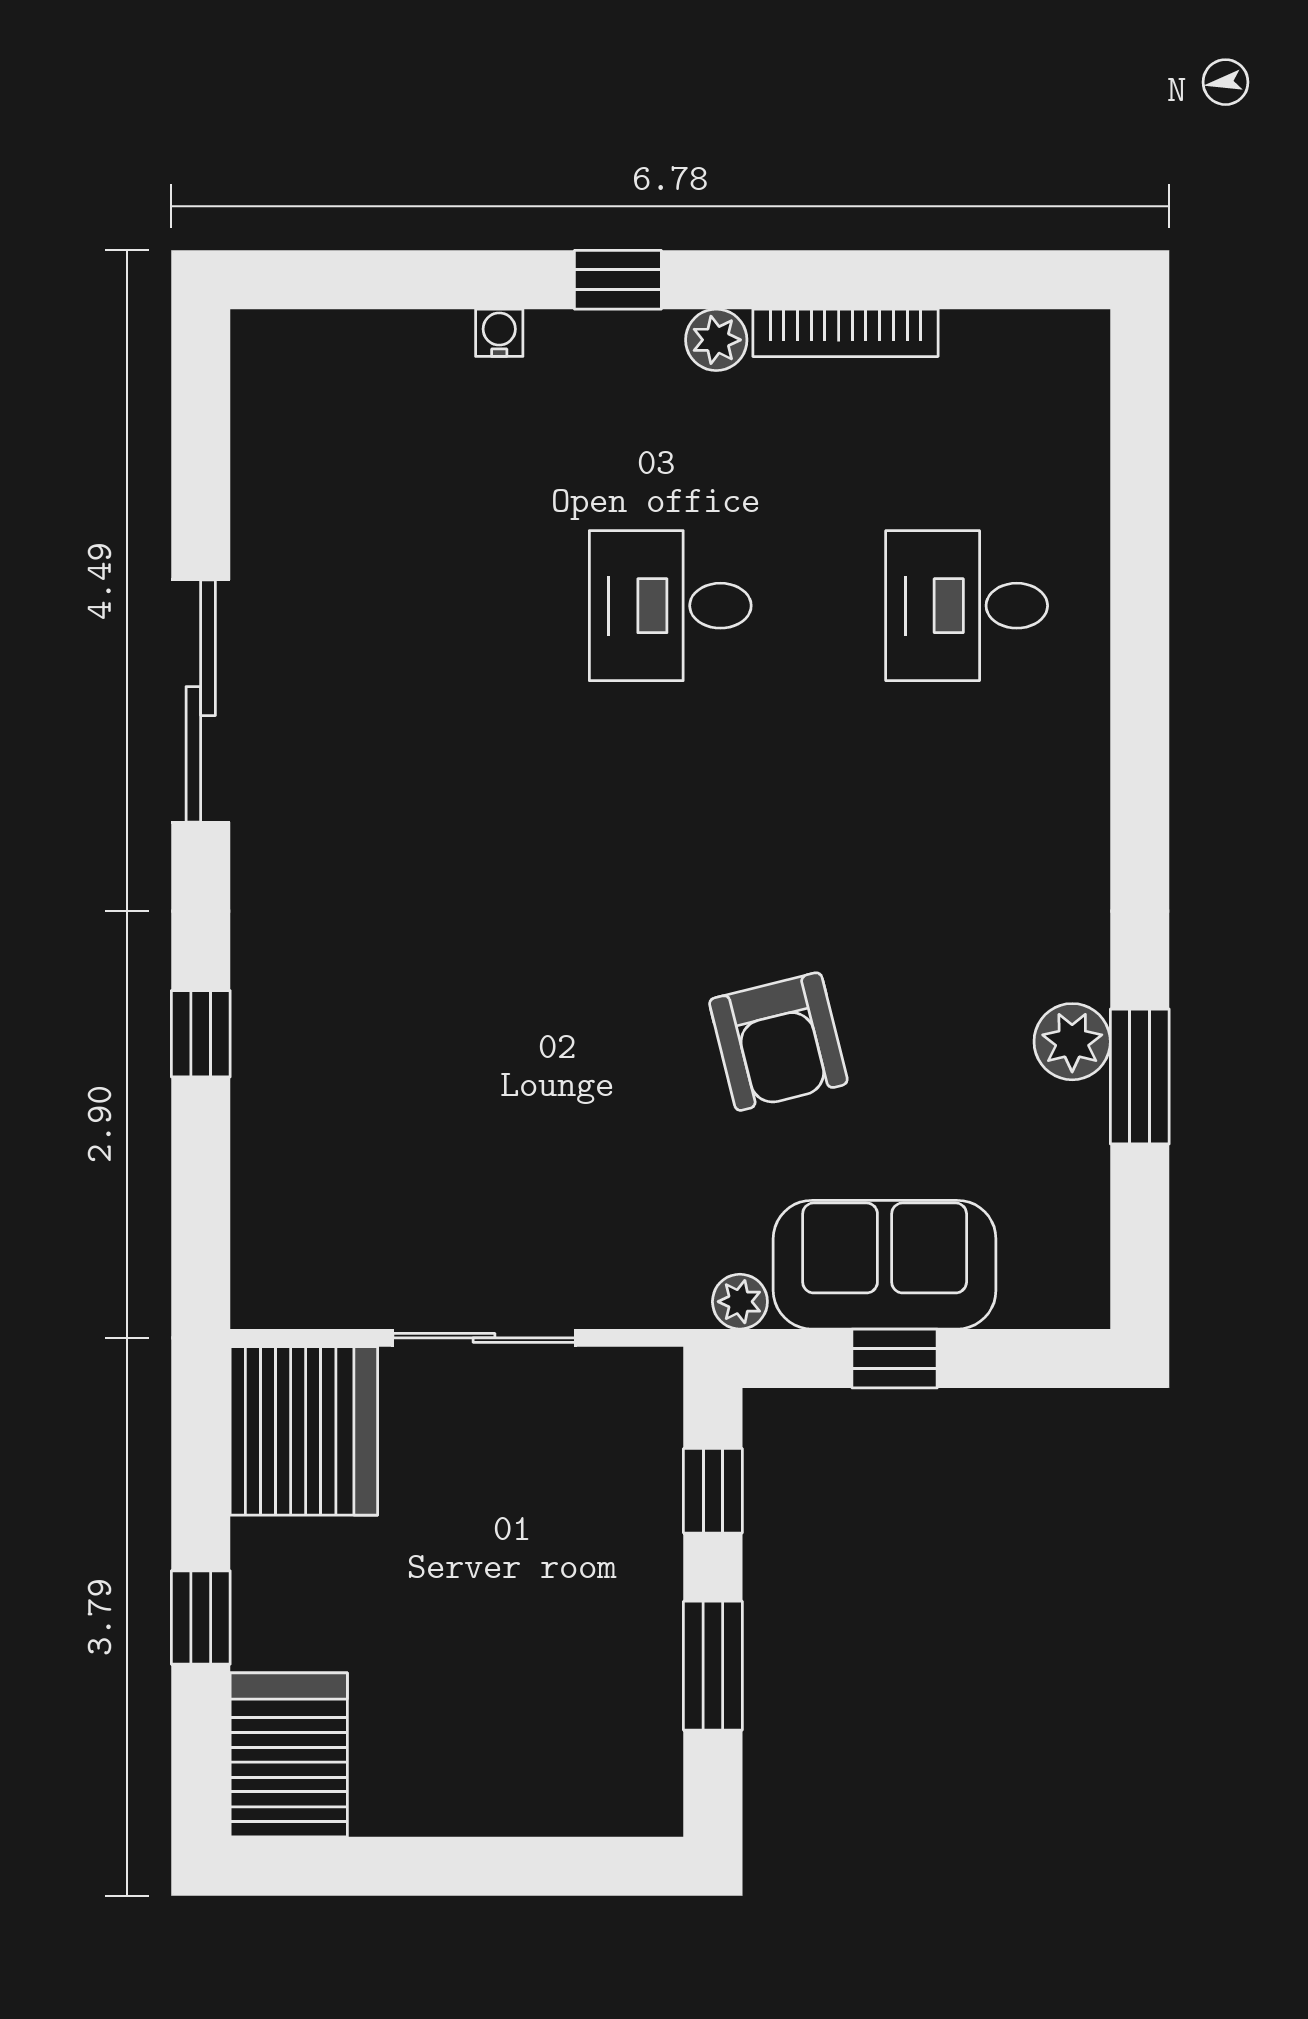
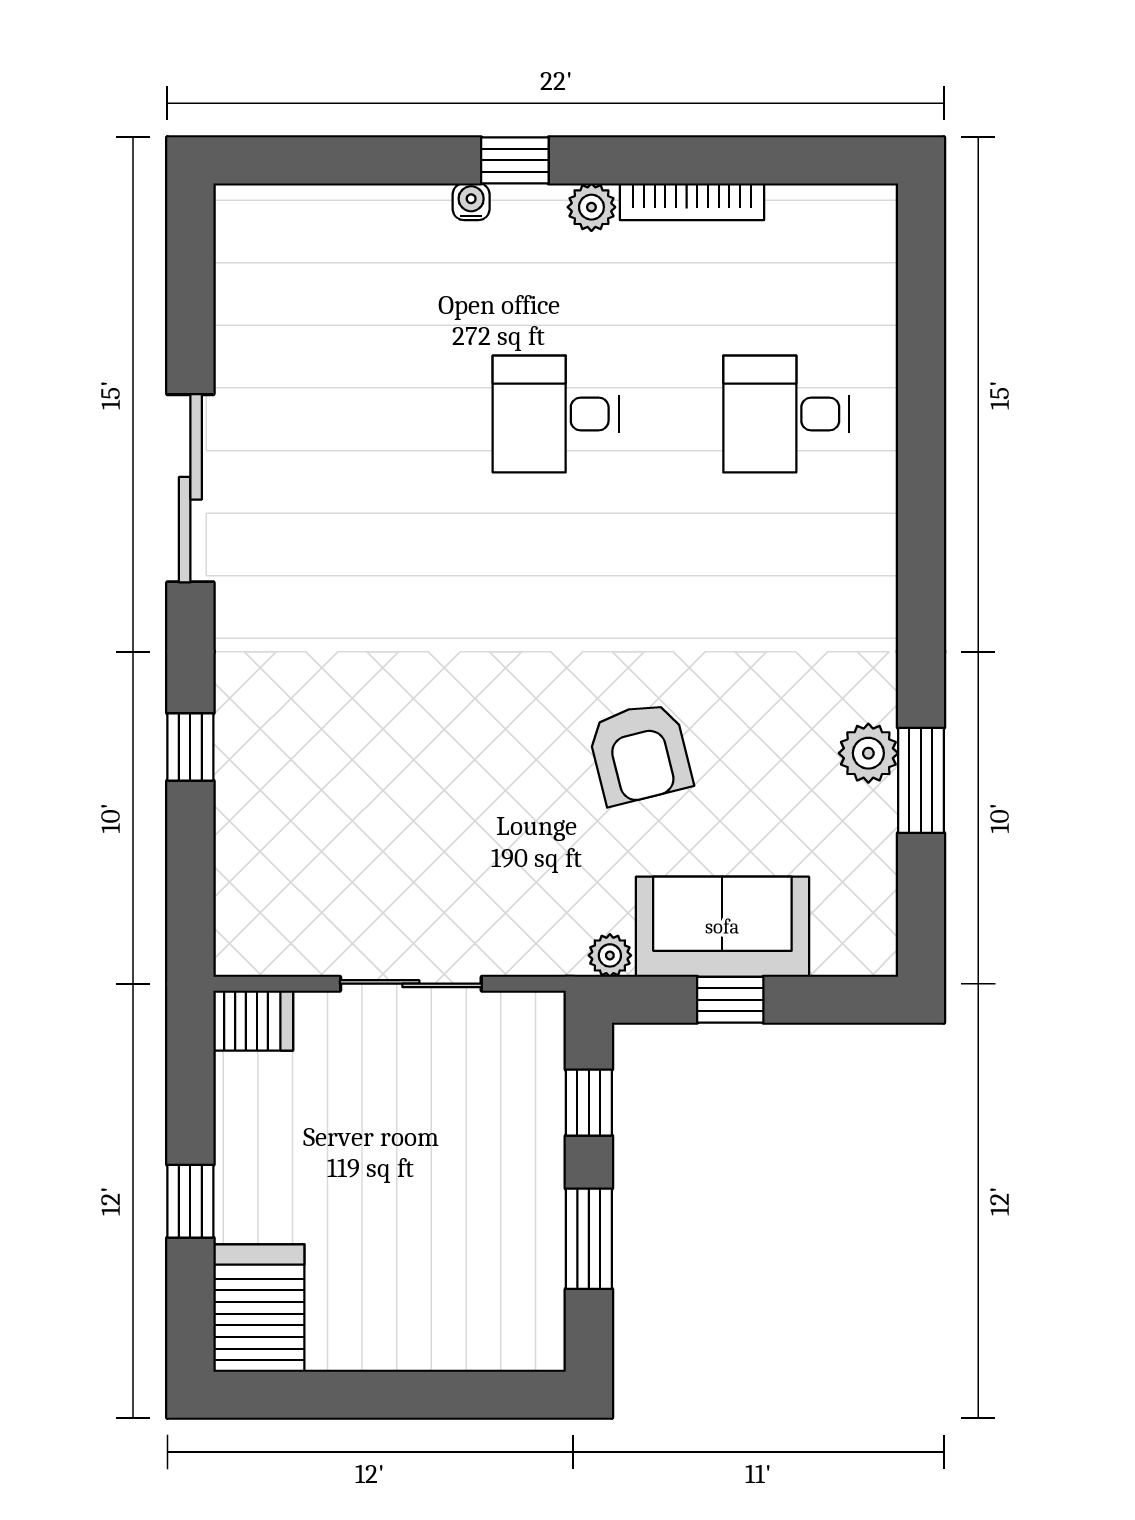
water cooler: (499, 333) -> (471, 202), moved
server rack: (304, 1431) -> (253, 1021), width x0.46, depth x0.70

